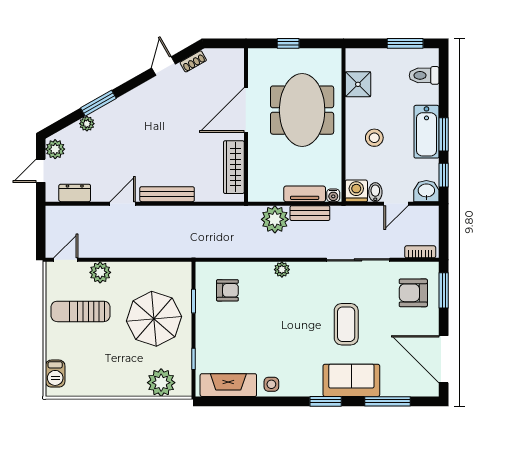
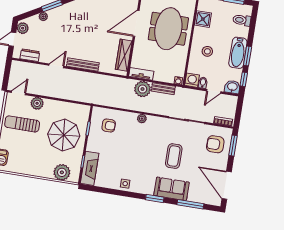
tv unit: (305, 194) -> (141, 74), moved
fireplace: (228, 385) -> (90, 168), moved, turned 90

